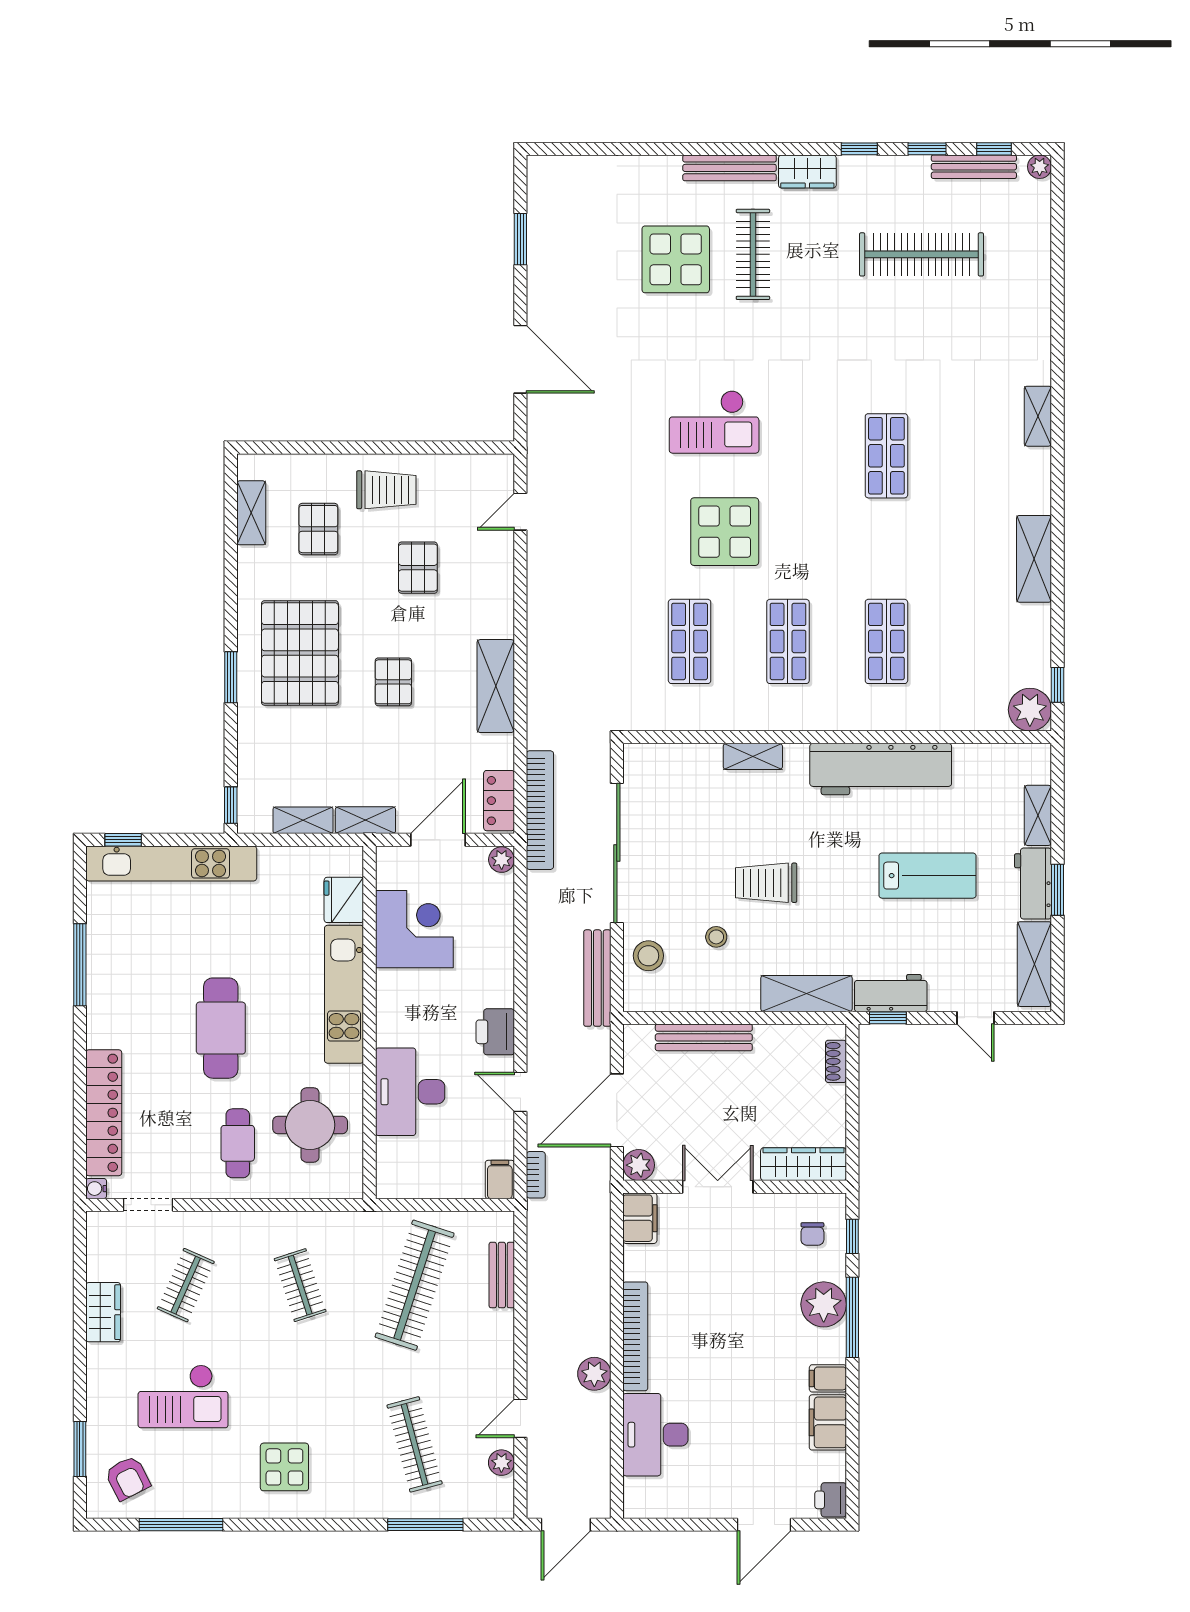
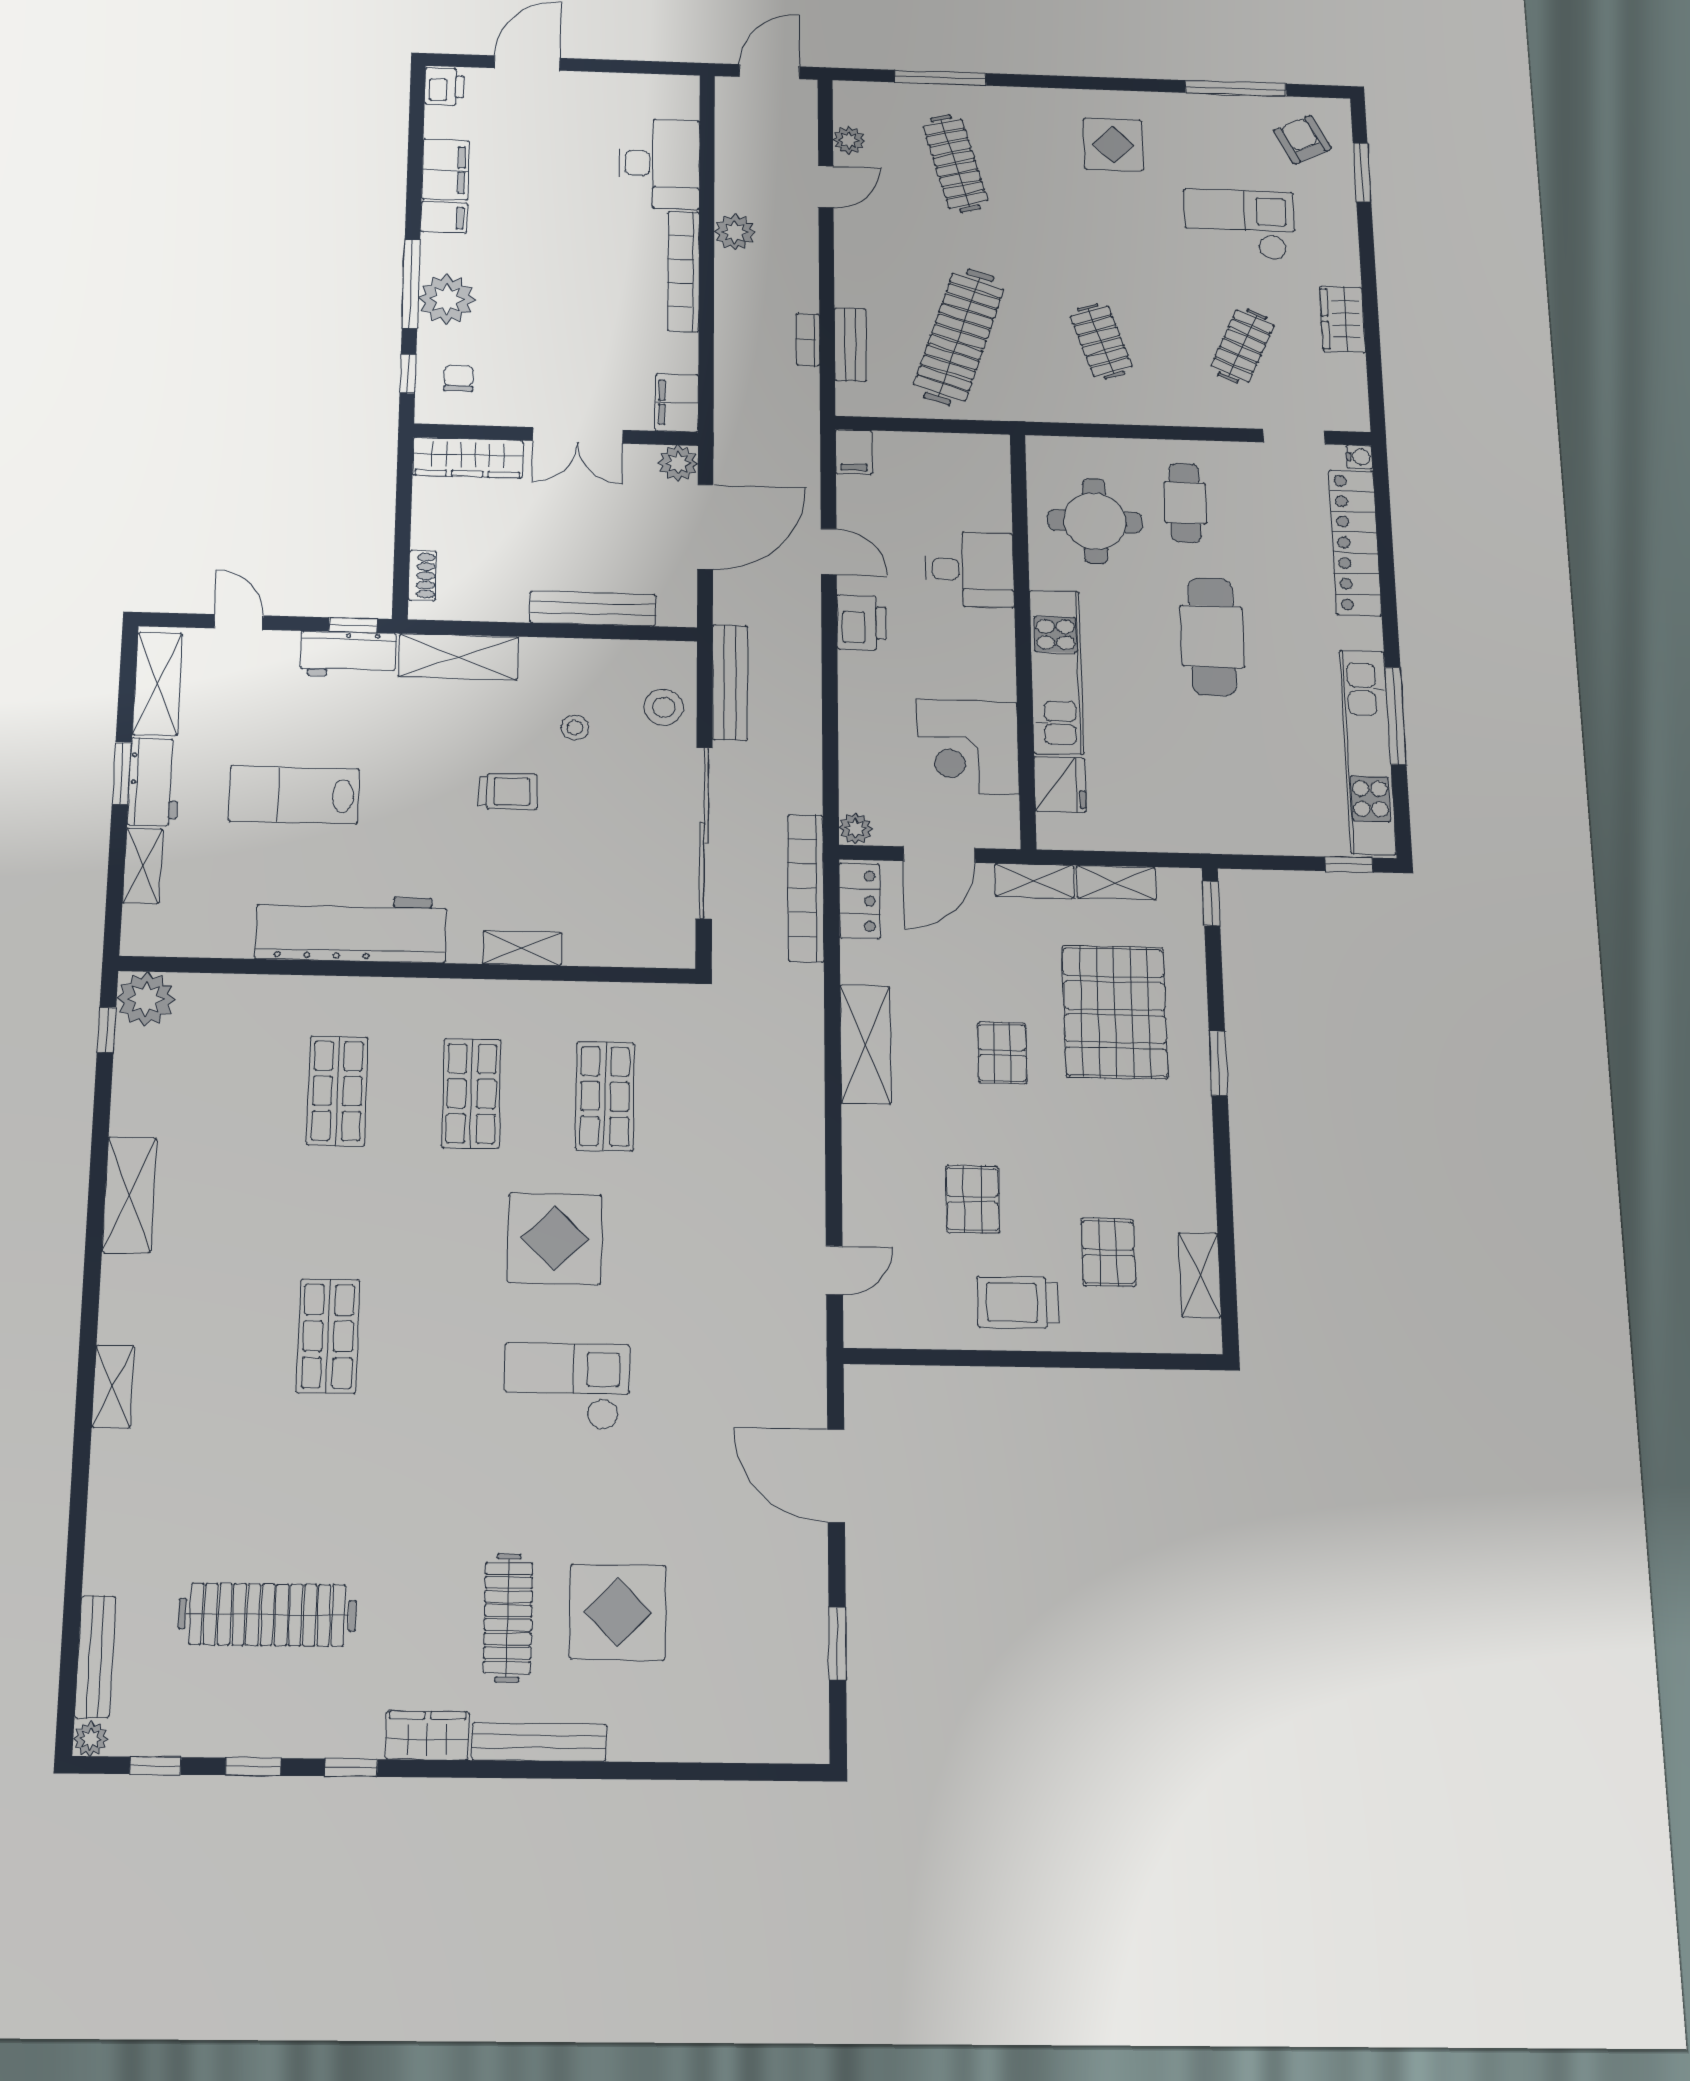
bench: (974, 167) -> (95, 1657), moved, turned 90
pallet: (300, 653) -> (1115, 1012), moved
kitchen unit: (171, 863) -> (1368, 752), moved, turned -90
trolley: (766, 883) -> (508, 791), width x0.73, depth x0.72
desk: (410, 1092) -> (970, 570), width x0.73
bookcase: (536, 1175) -> (808, 340), moved

